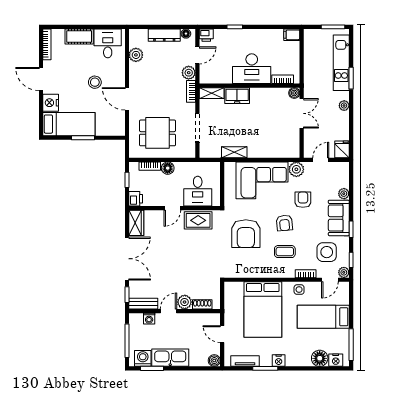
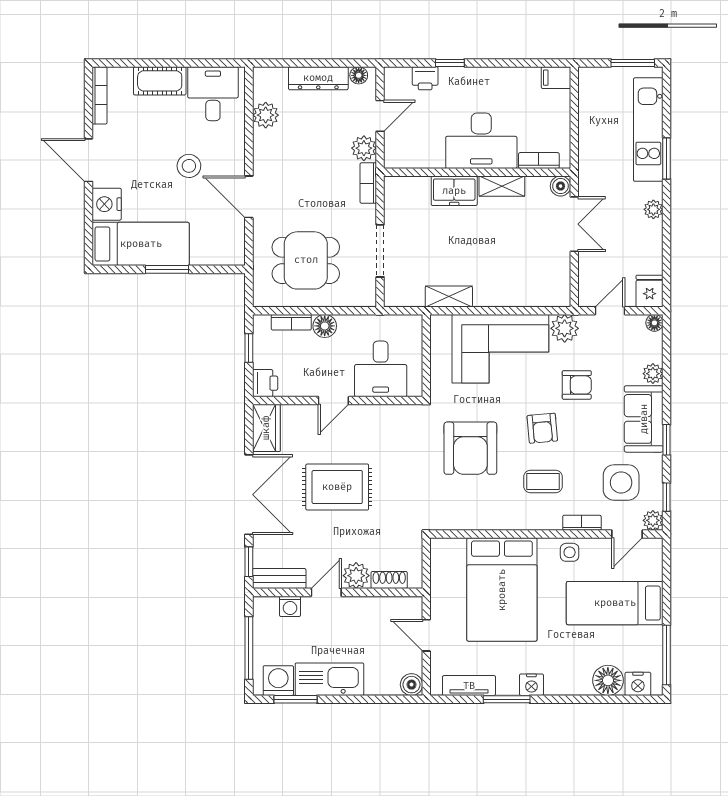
printer: (206, 35) -> (425, 78), moved
shelving: (212, 93) -> (502, 186), moved
floor lamp: (345, 166) -> (654, 323), added
armchair: (303, 200) -> (577, 385), turned 90
rug: (198, 220) -> (337, 487), moved, width x1.36, depth x1.43

